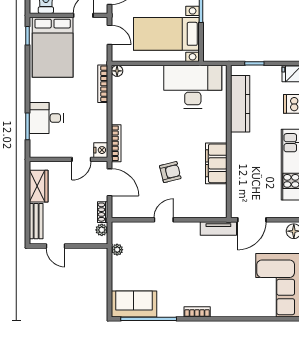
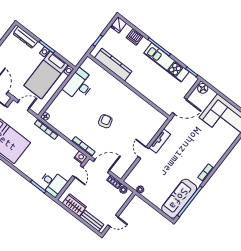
desk: (193, 87) -> (79, 85), width x0.73, depth x0.77
desk: (46, 118) -> (53, 183), moved, turned -90
filing cabinet: (216, 163) -> (135, 102), removed
armchair: (170, 172) -> (105, 121), moved
door: (252, 220) -> (179, 106), hinge flipped
tv unit: (218, 229) -> (160, 141), moved
sofa: (134, 304) -> (179, 199), width x1.36

